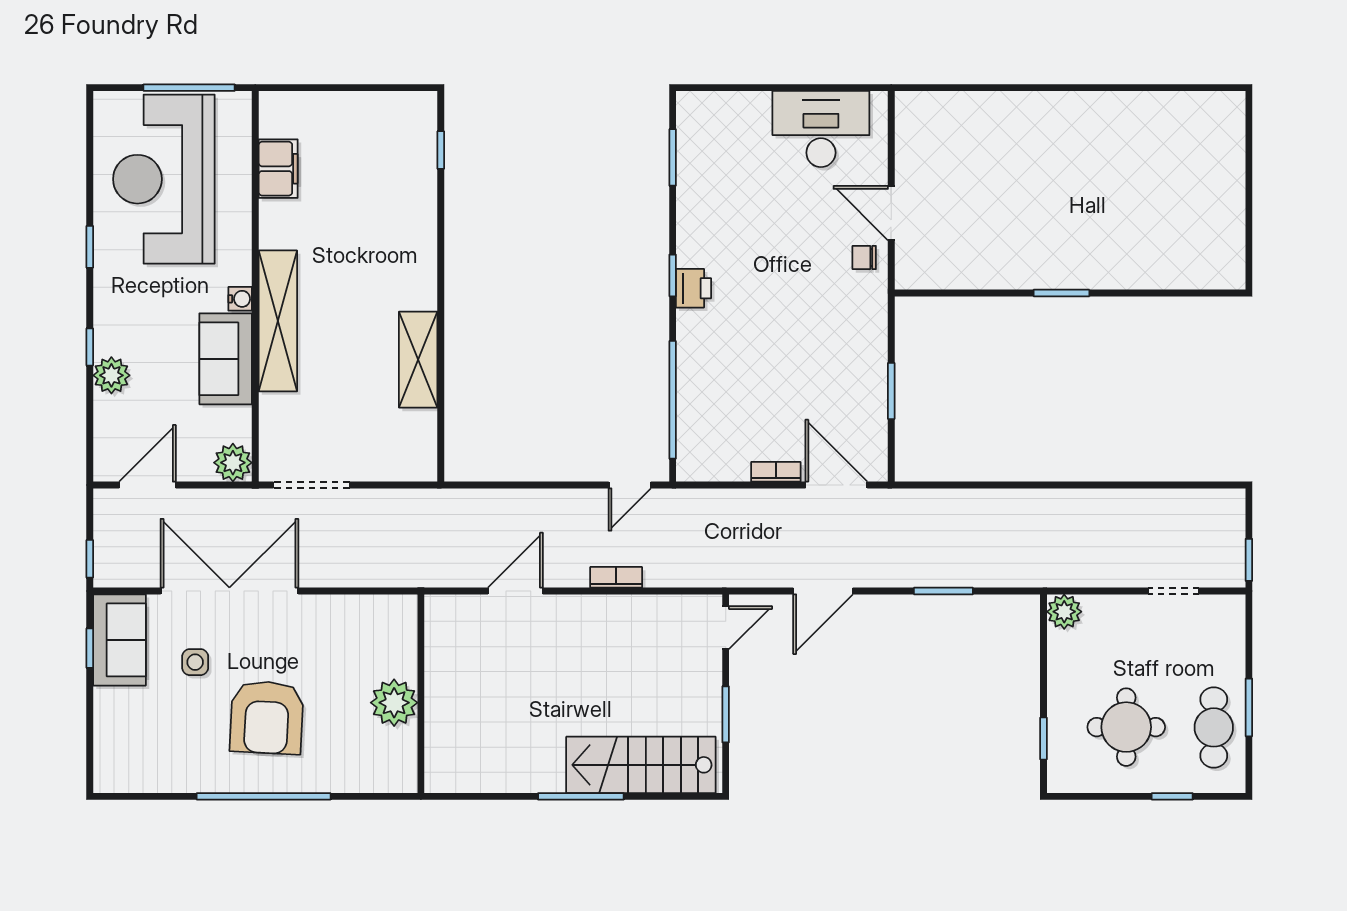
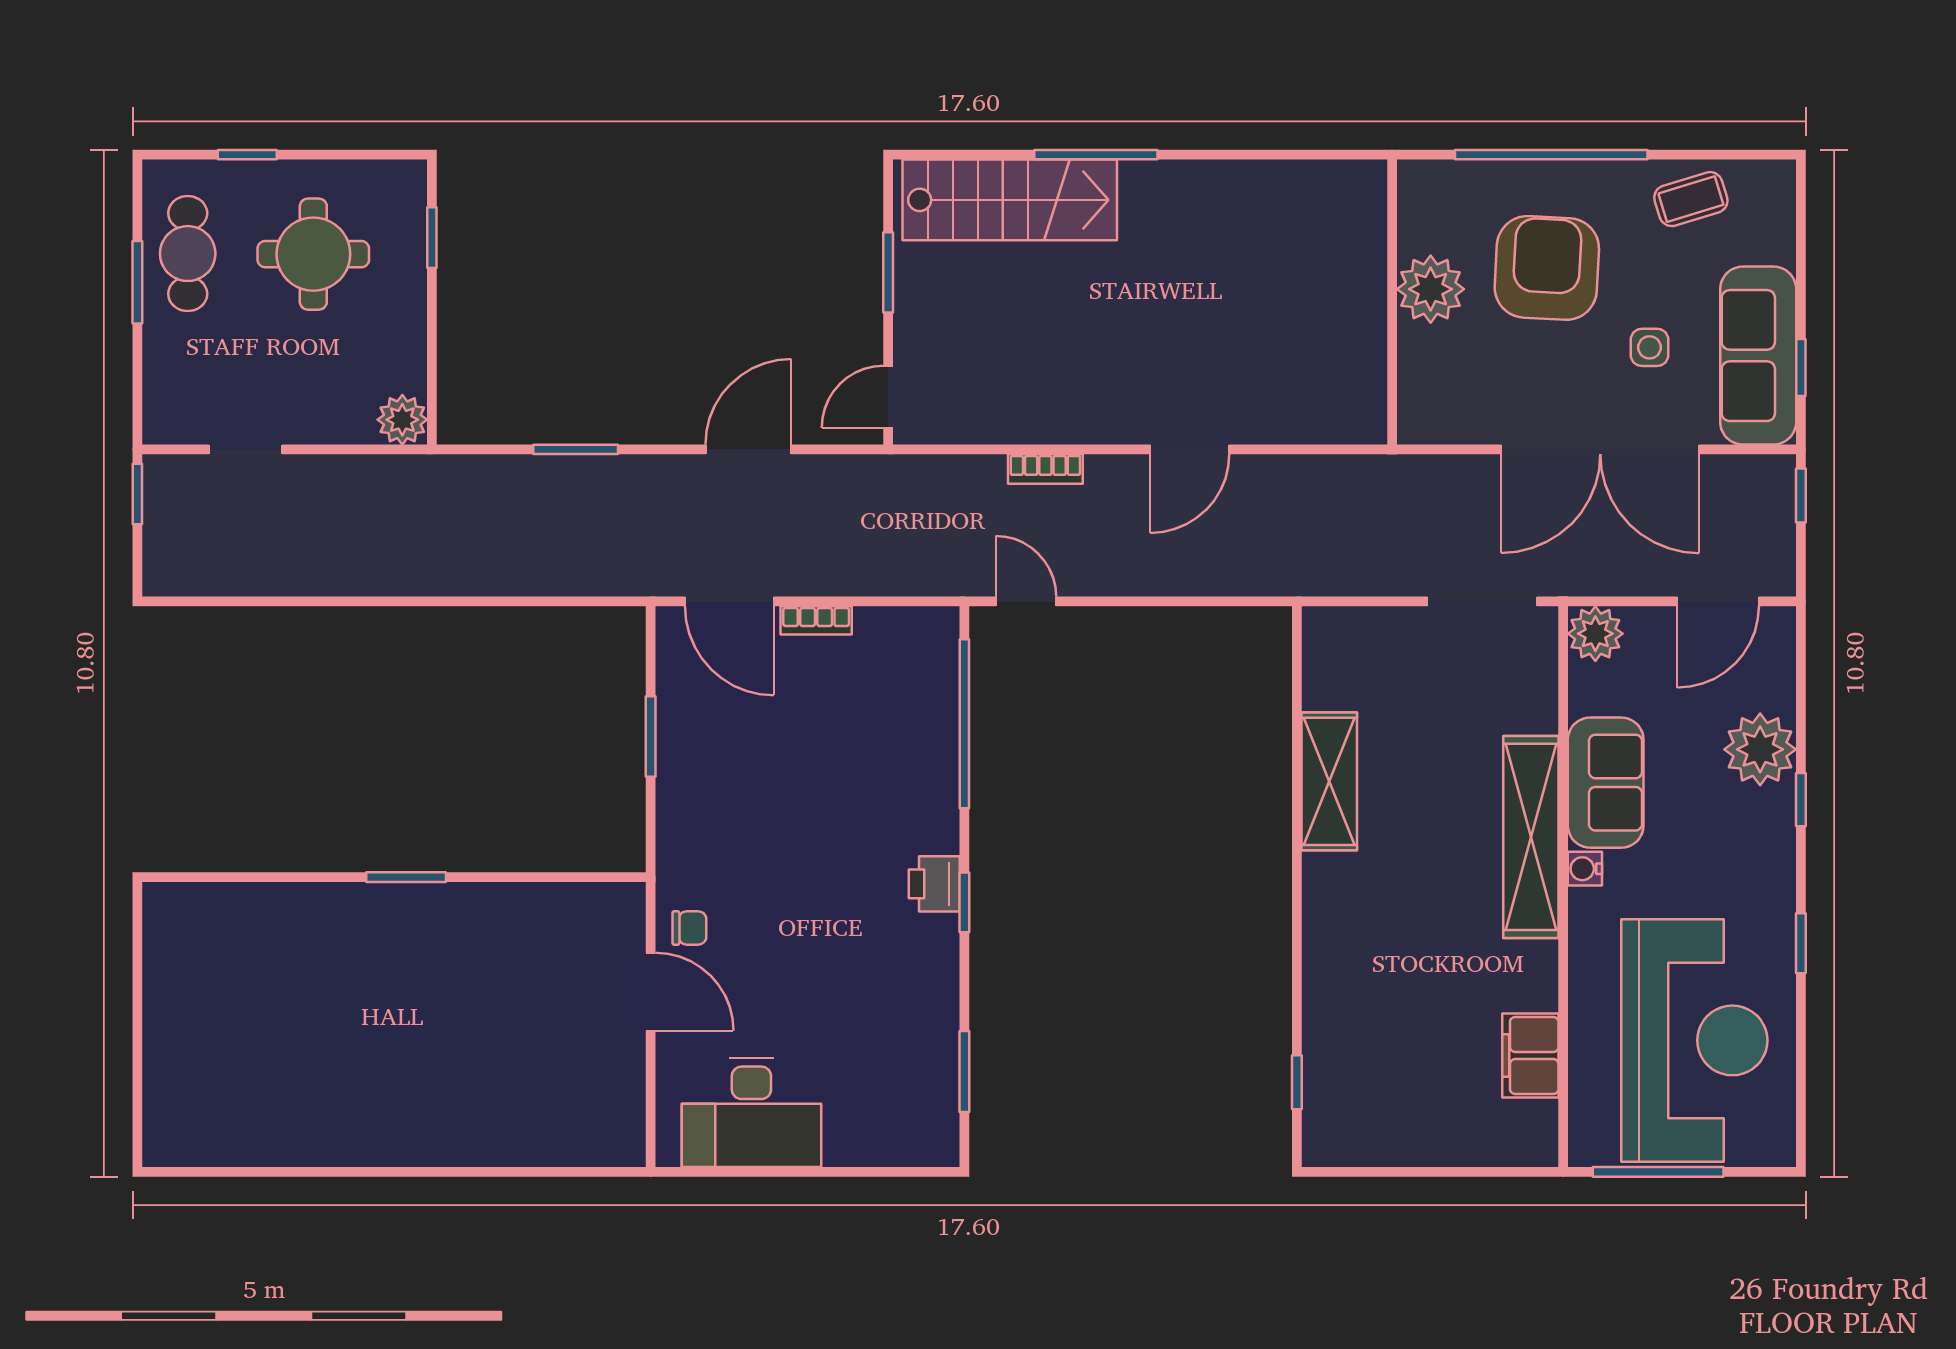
plant: (111, 375) -> (1760, 749), width x1.36, depth x1.36
door: (630, 485) -> (1026, 601), hinge flipped
sofa: (119, 640) -> (1758, 356), width x1.36
wall: (421, 694) -> (1392, 302), moved
plant: (394, 703) -> (1431, 289), moved
coffee table: (166, 765) -> (1691, 199), added

